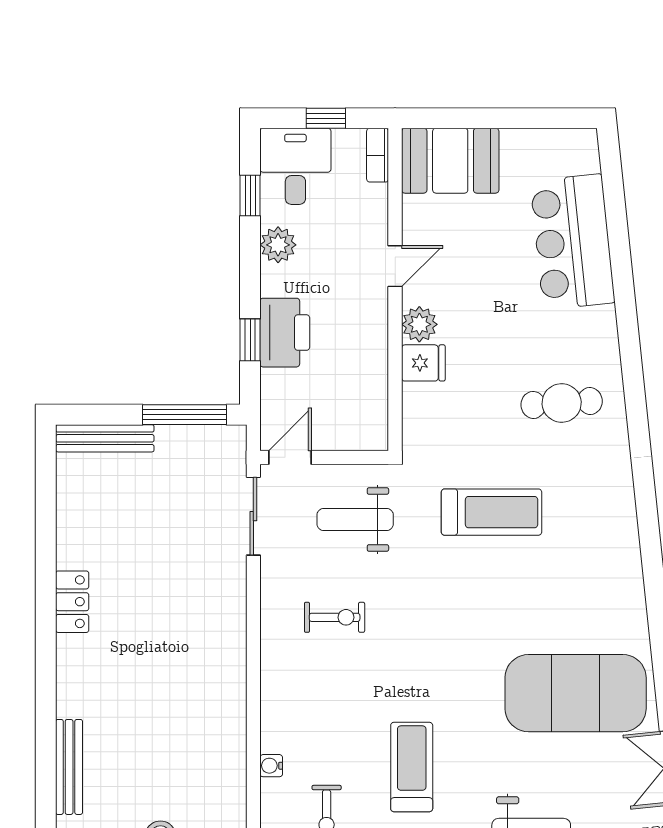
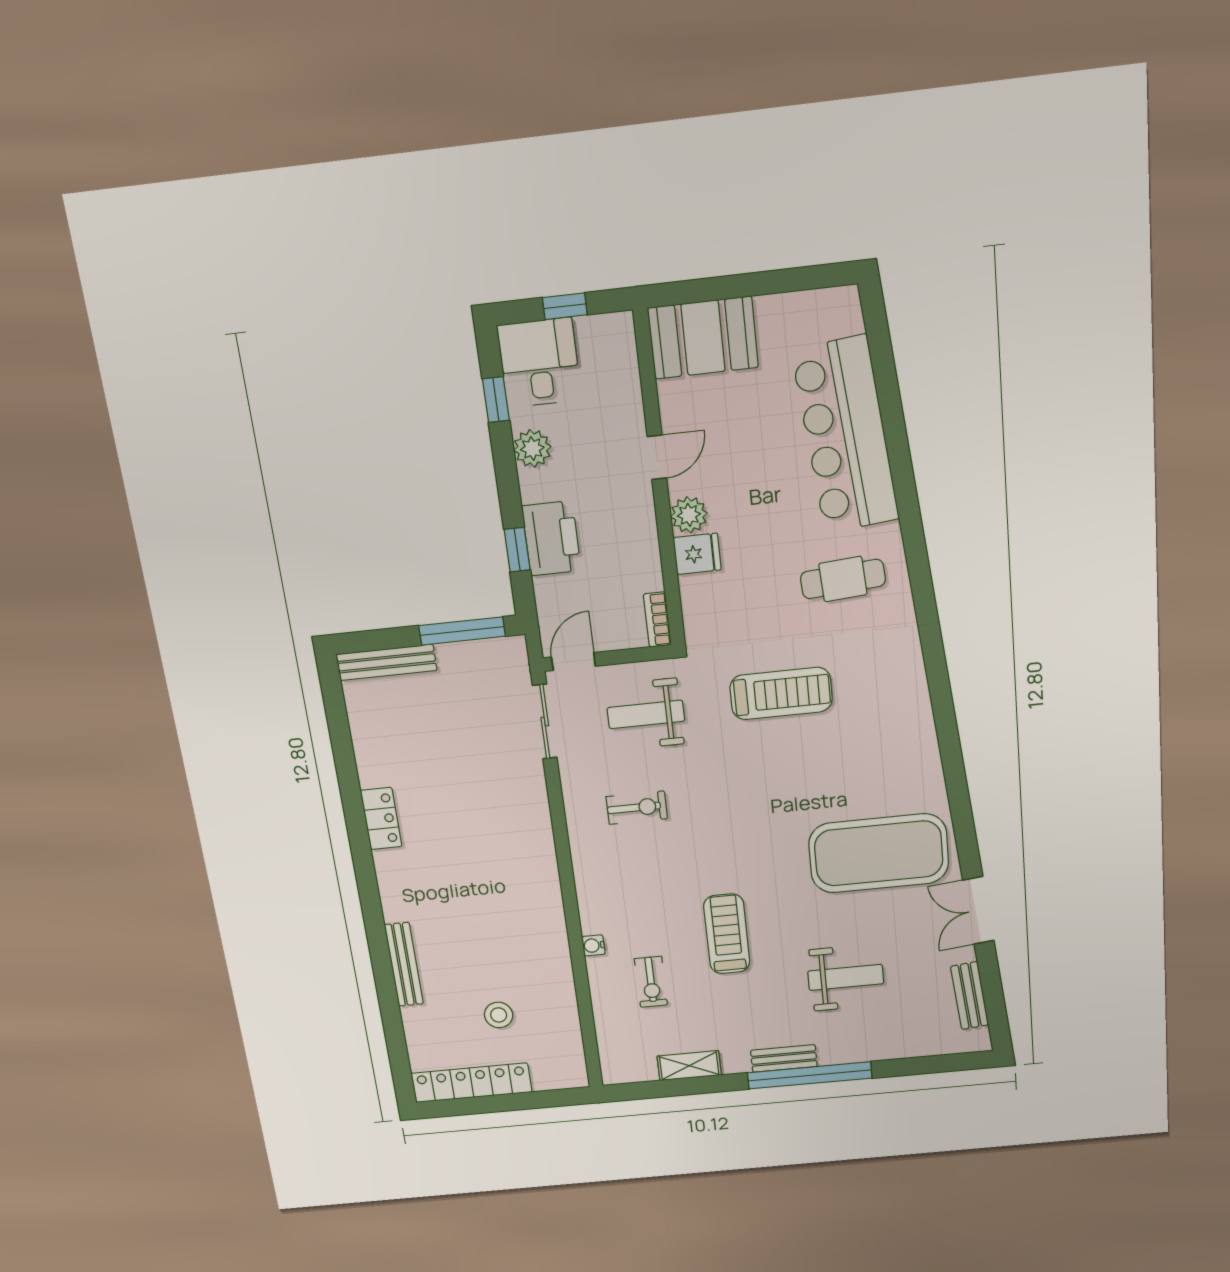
bookcase: (378, 155) -> (657, 619), moved
bar counter: (573, 242) -> (846, 436), width x1.36

